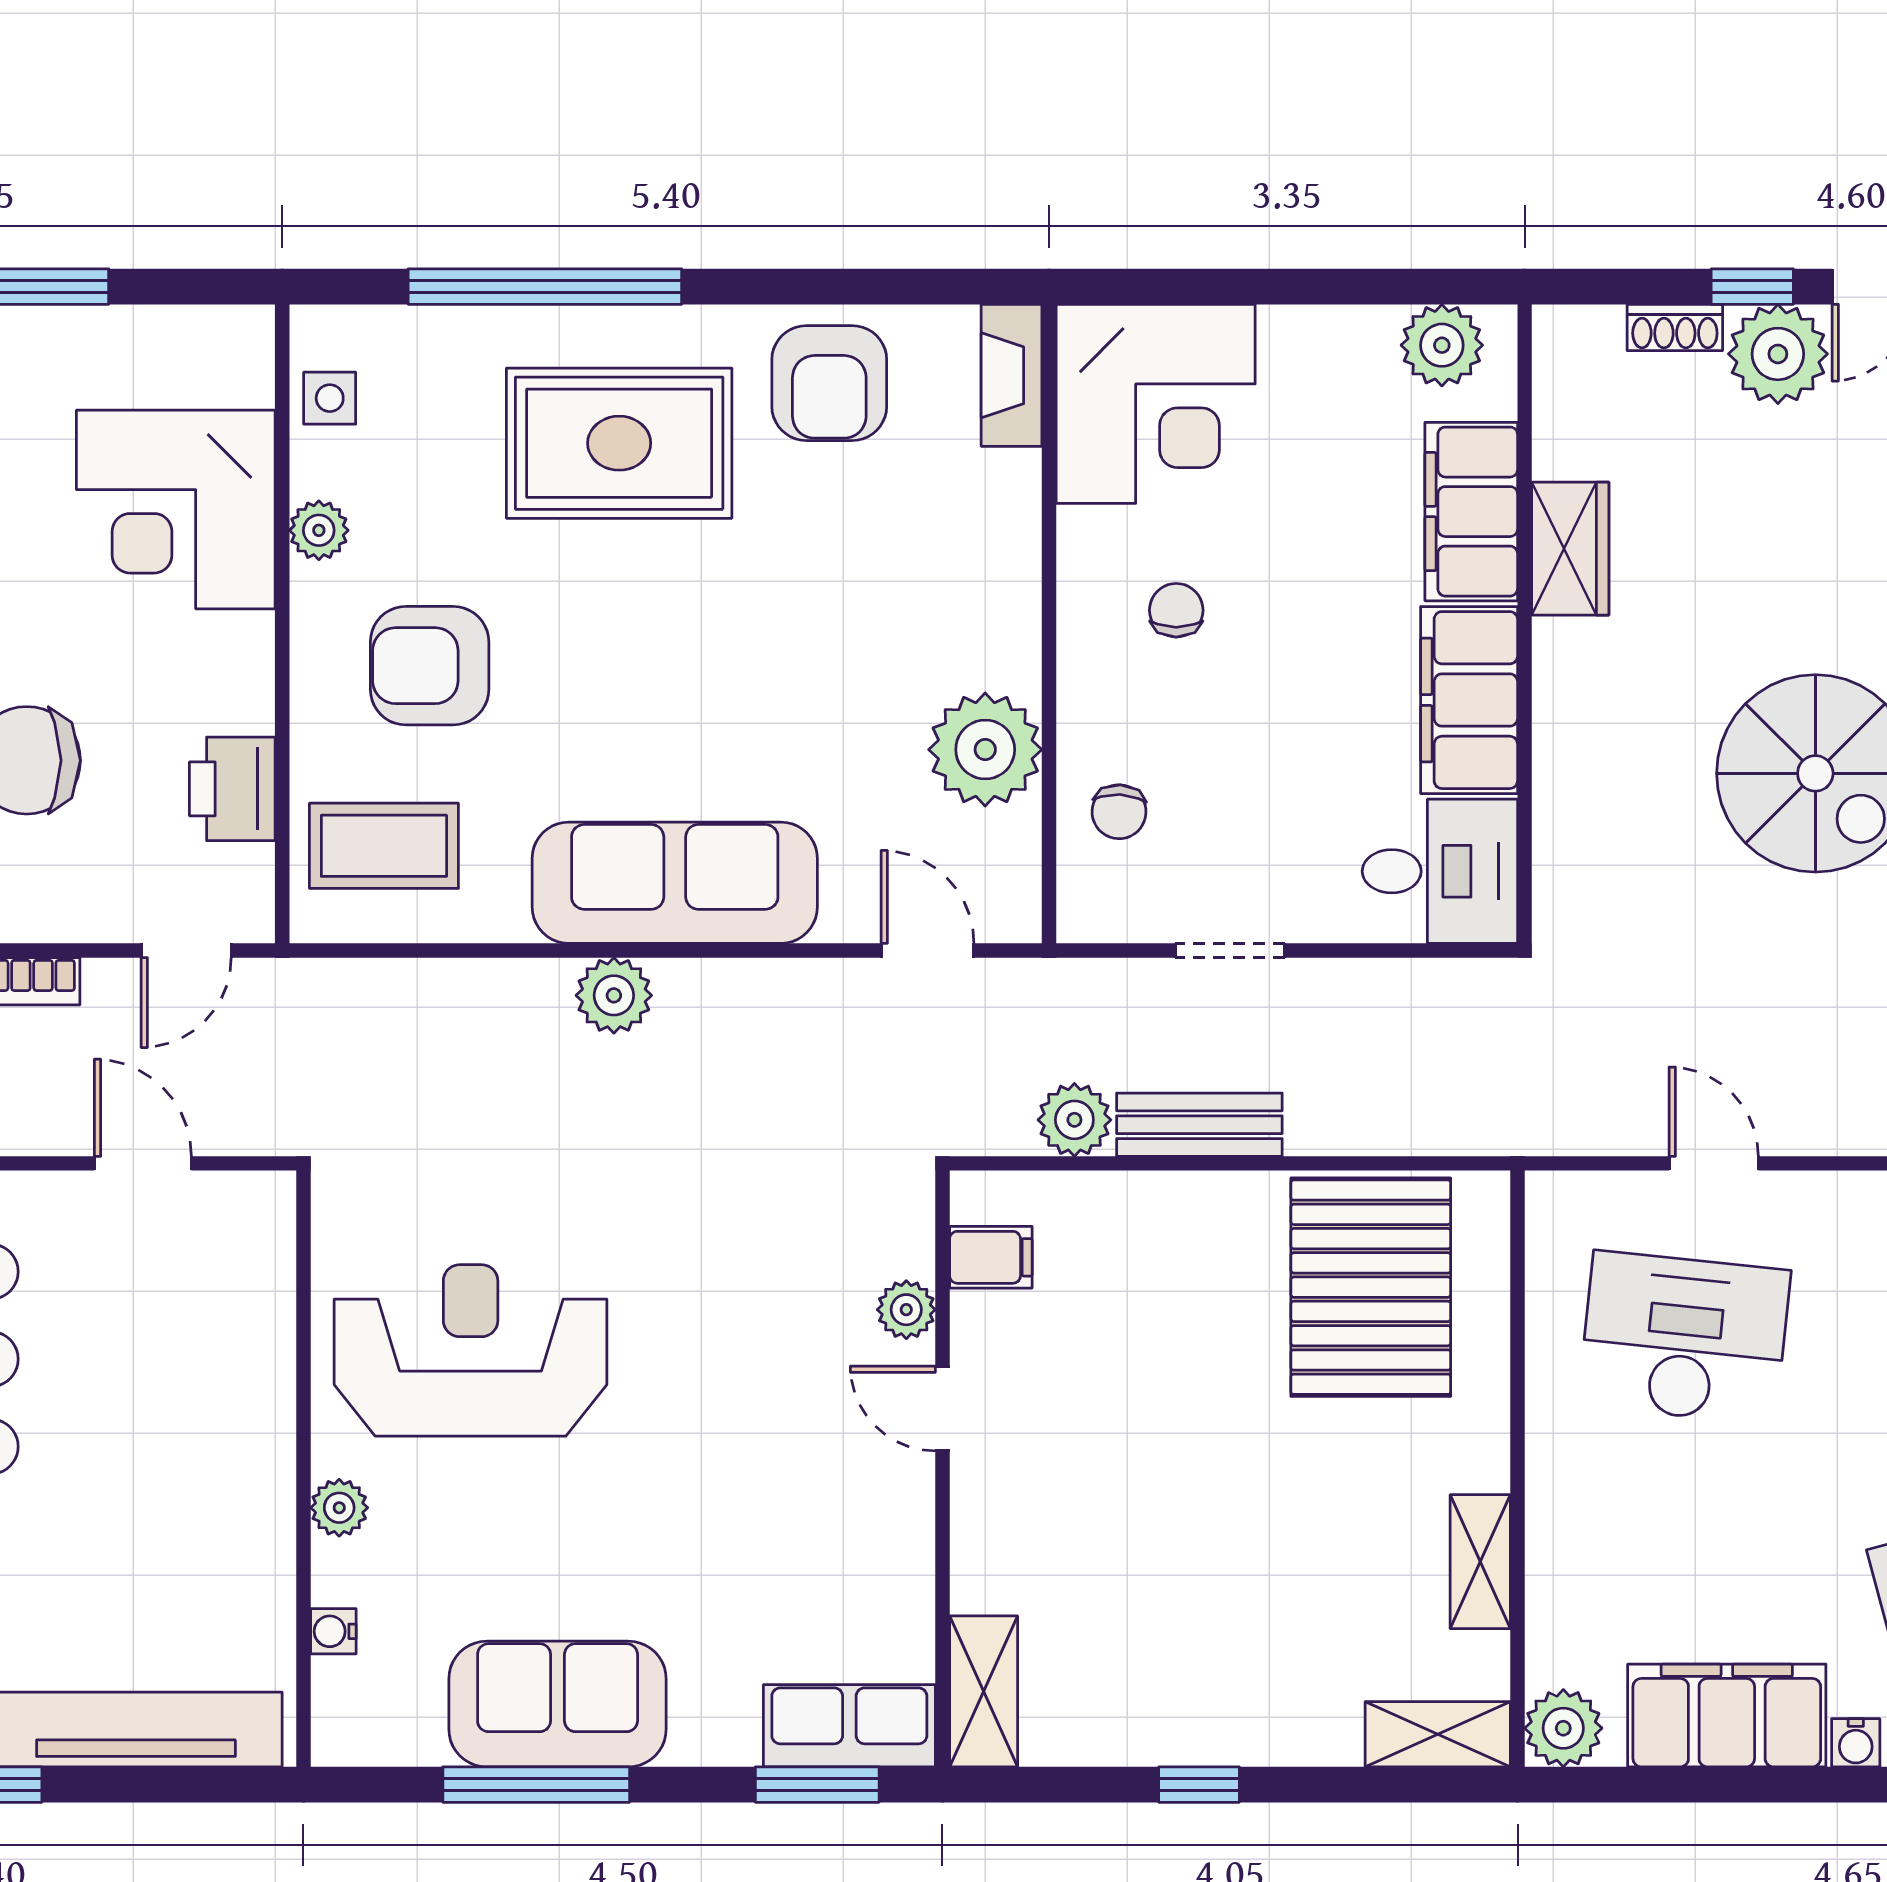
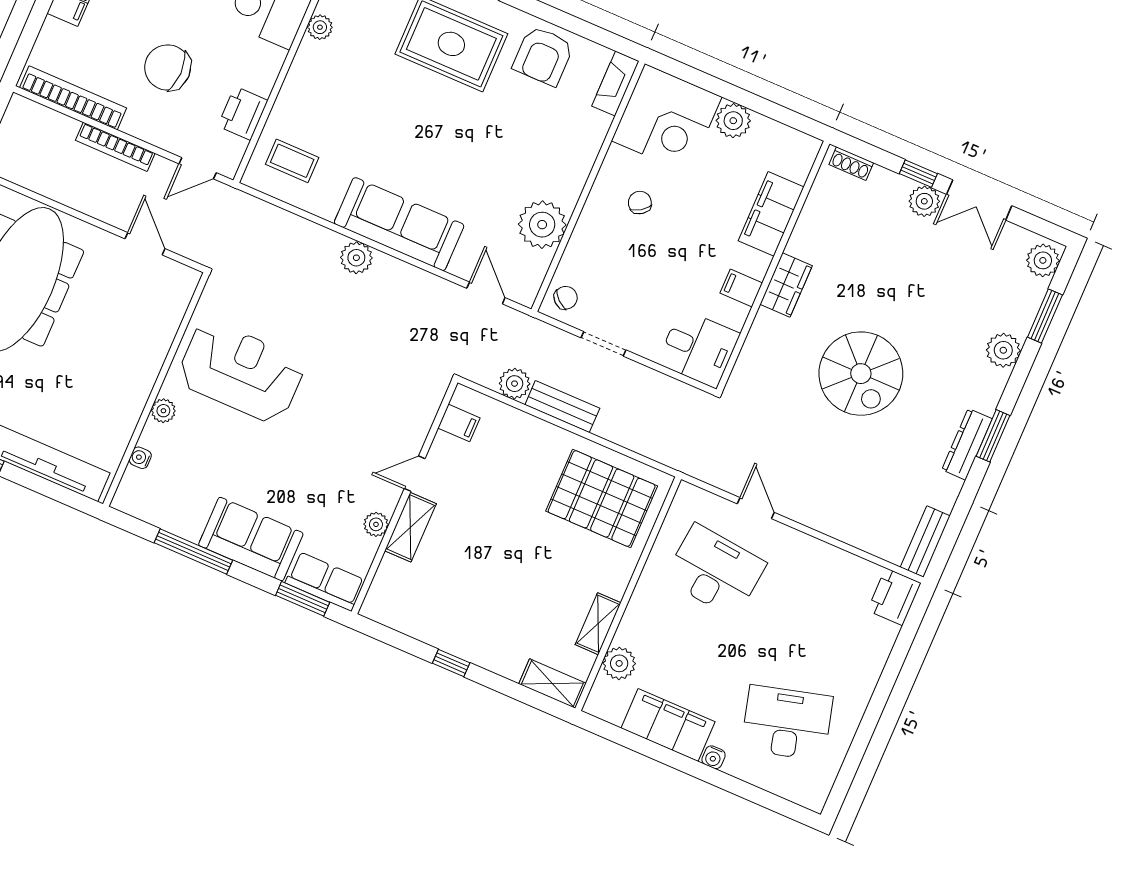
shoe rack: (1675, 328) -> (851, 164), moved
plant: (1442, 345) -> (733, 121), moved
plant: (1778, 354) -> (924, 201), width x0.73, depth x0.73
wardrobe: (1570, 549) -> (786, 285), moved
chair: (1176, 610) -> (640, 203), turned -35
armchair: (430, 666) -> (340, 98), removed
filing cabinet: (1469, 700) -> (741, 288), width x0.33, depth x0.86
chair: (1119, 812) -> (566, 298), moved, turned -142
coffee table: (384, 846) -> (292, 161), width x0.73, depth x0.77
pallet: (1371, 1287) -> (602, 498), turned 90
plant: (906, 1310) -> (376, 524), moved
door: (942, 1408) -> (415, 474), hinge flipped
shelving: (984, 1691) -> (410, 527), moved
sofa: (558, 1704) -> (251, 539), moved
plant: (1563, 1728) -> (619, 663), moved

